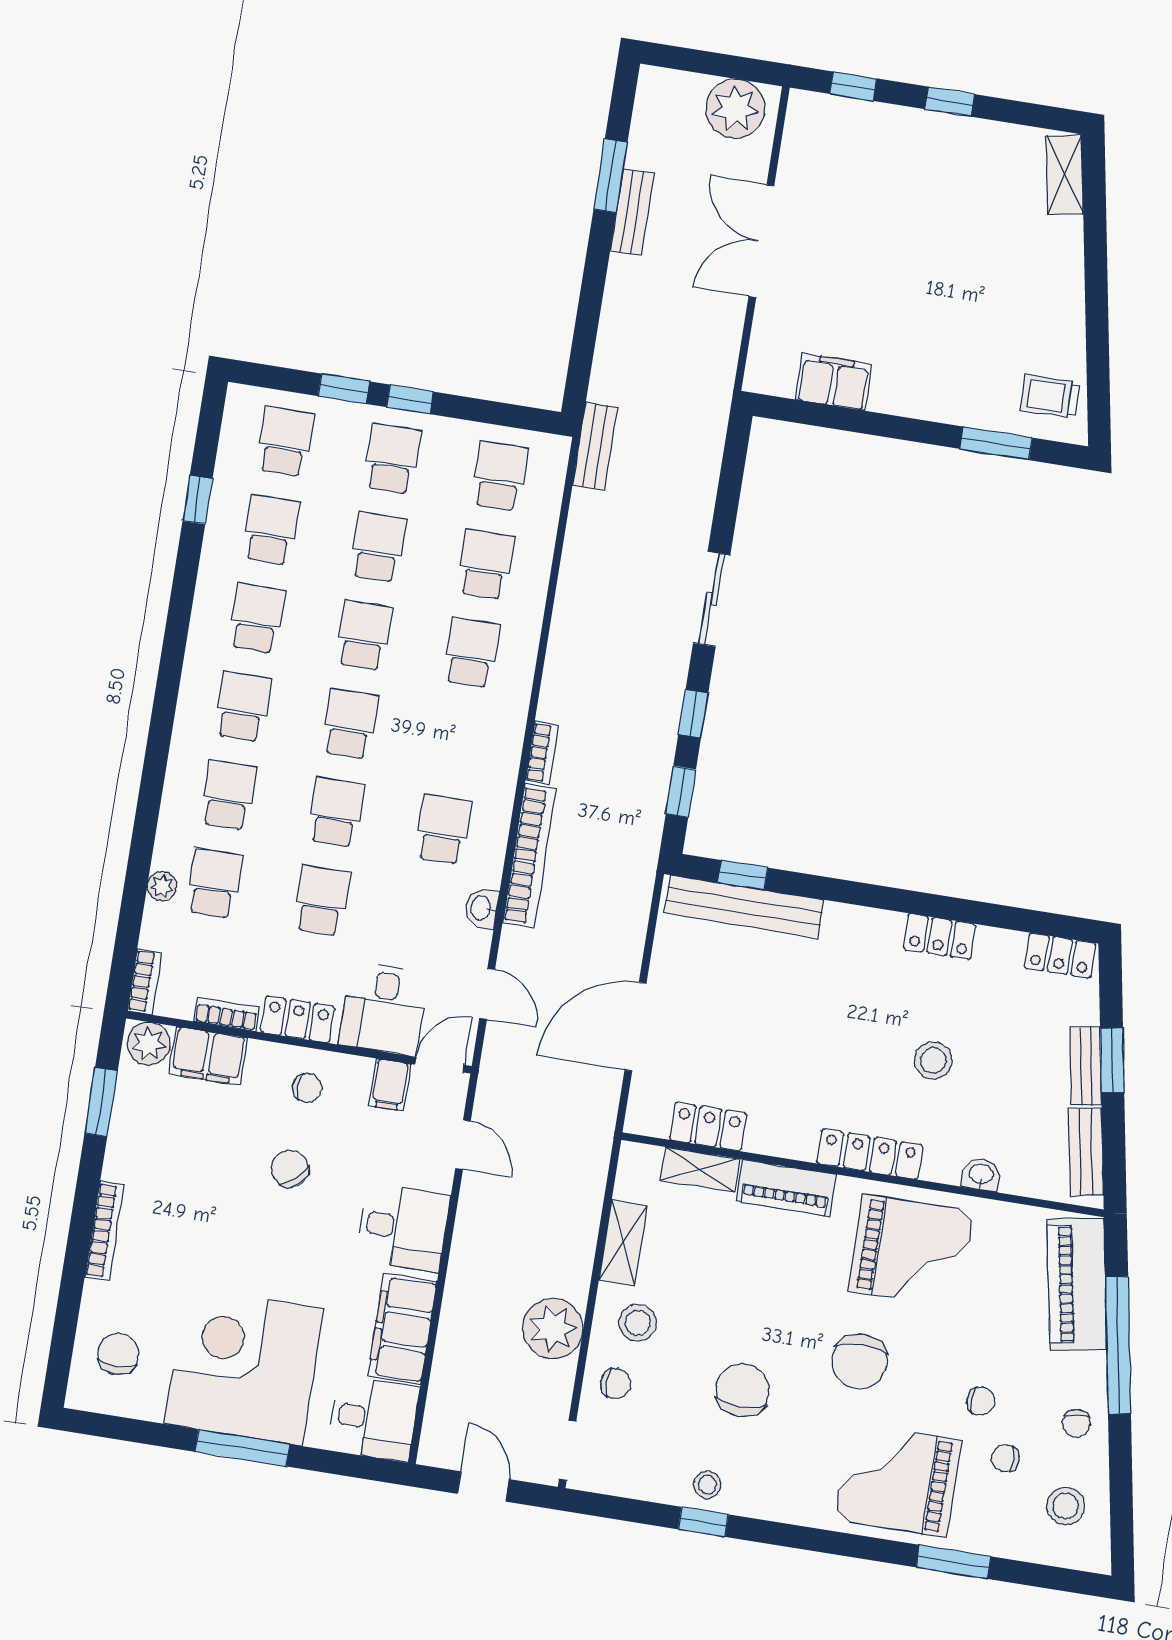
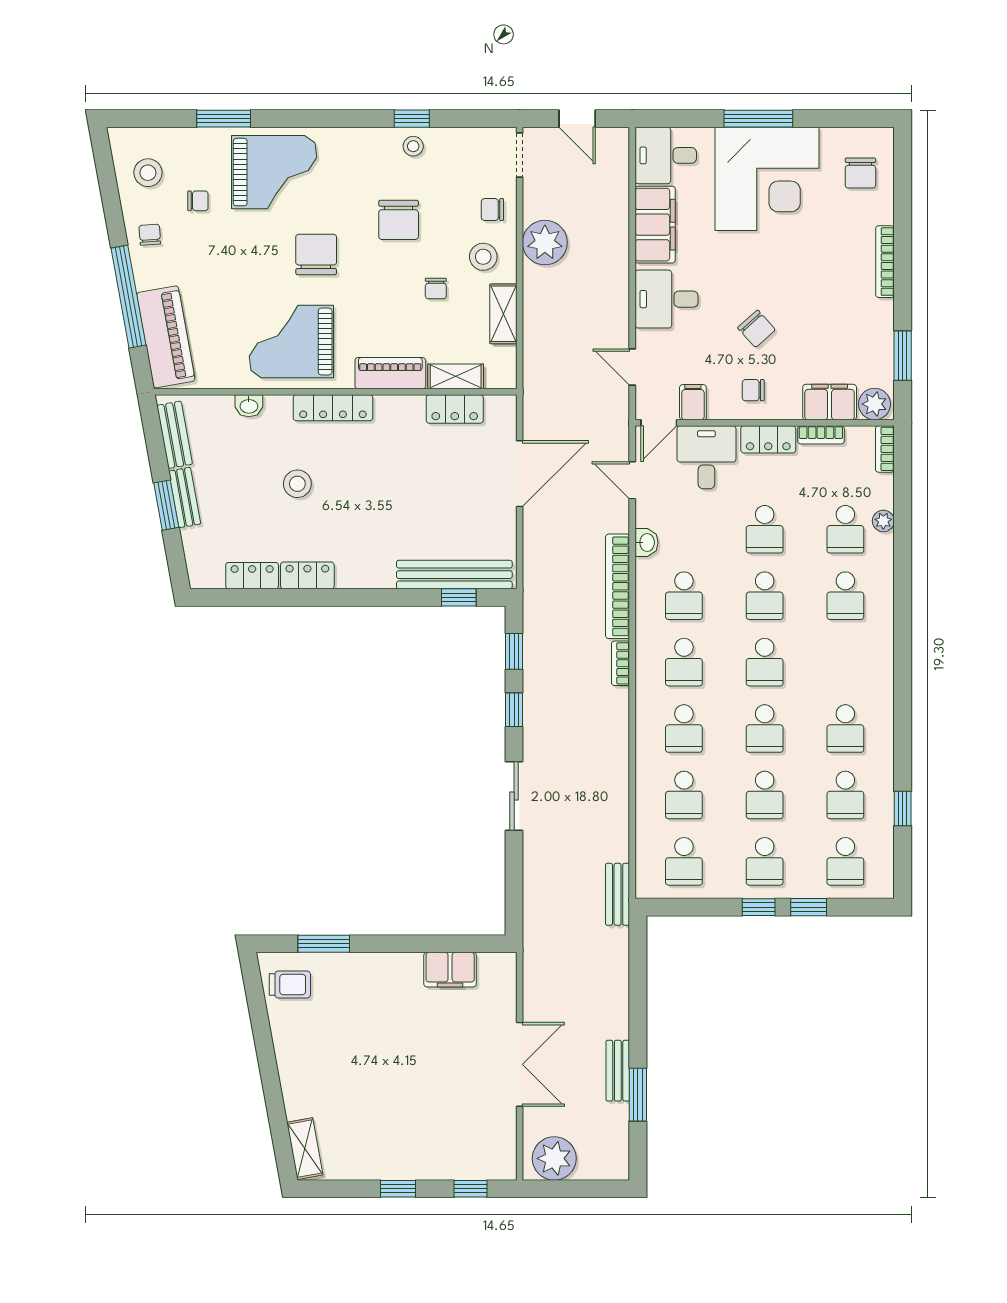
school desk: (242, 707) -> (684, 662), moved
locker: (1060, 956) -> (252, 576), moved
chair: (981, 1401) -> (436, 289), moved, turned -90

